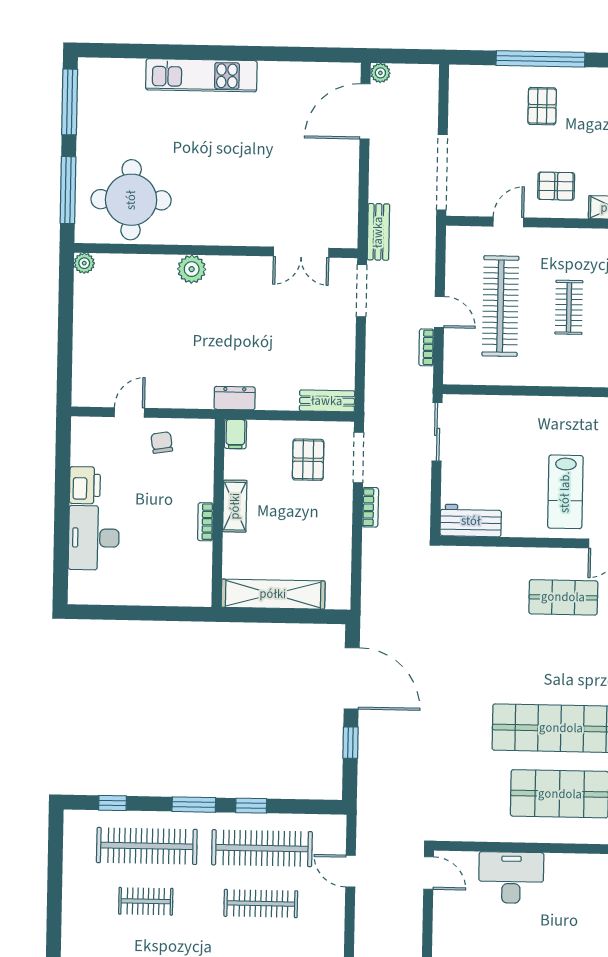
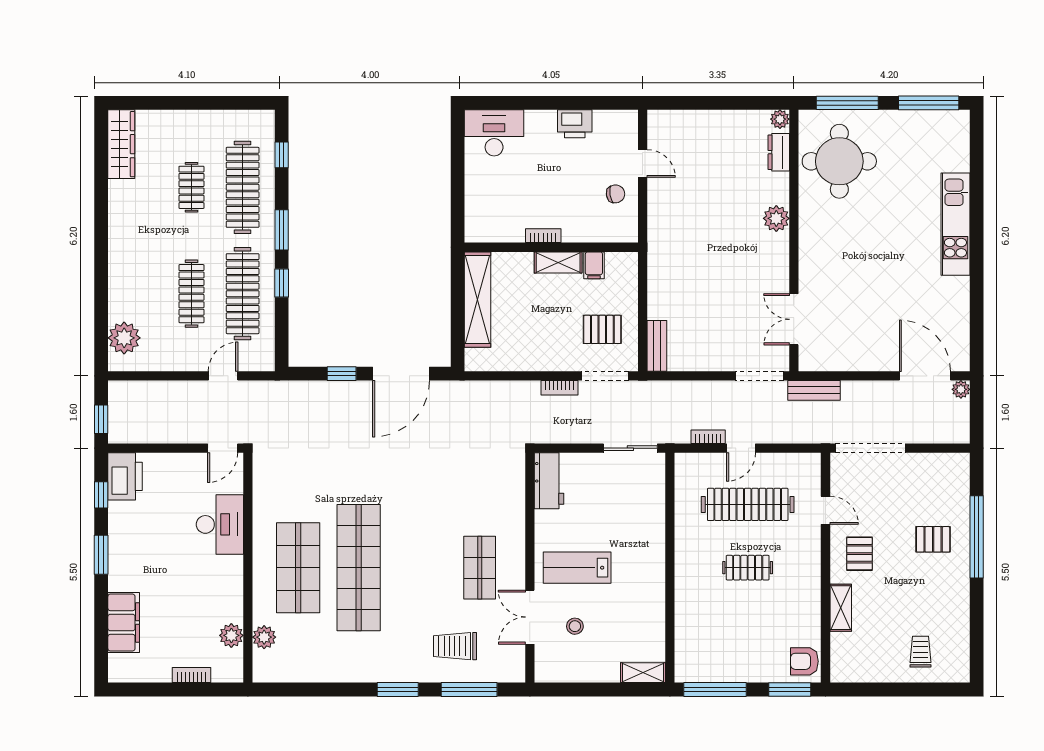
dresser: (235, 398) -> (779, 152), moved, turned 180
filing cabinet: (235, 434) -> (594, 265), moved, turned -90
desk: (94, 538) -> (494, 133), moved

